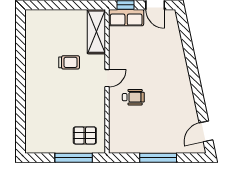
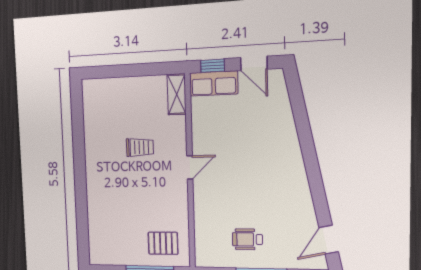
shelving: (96, 32) -> (177, 94), width x0.67, depth x0.75
wheelchair: (133, 97) -> (247, 239), moved, turned 180

